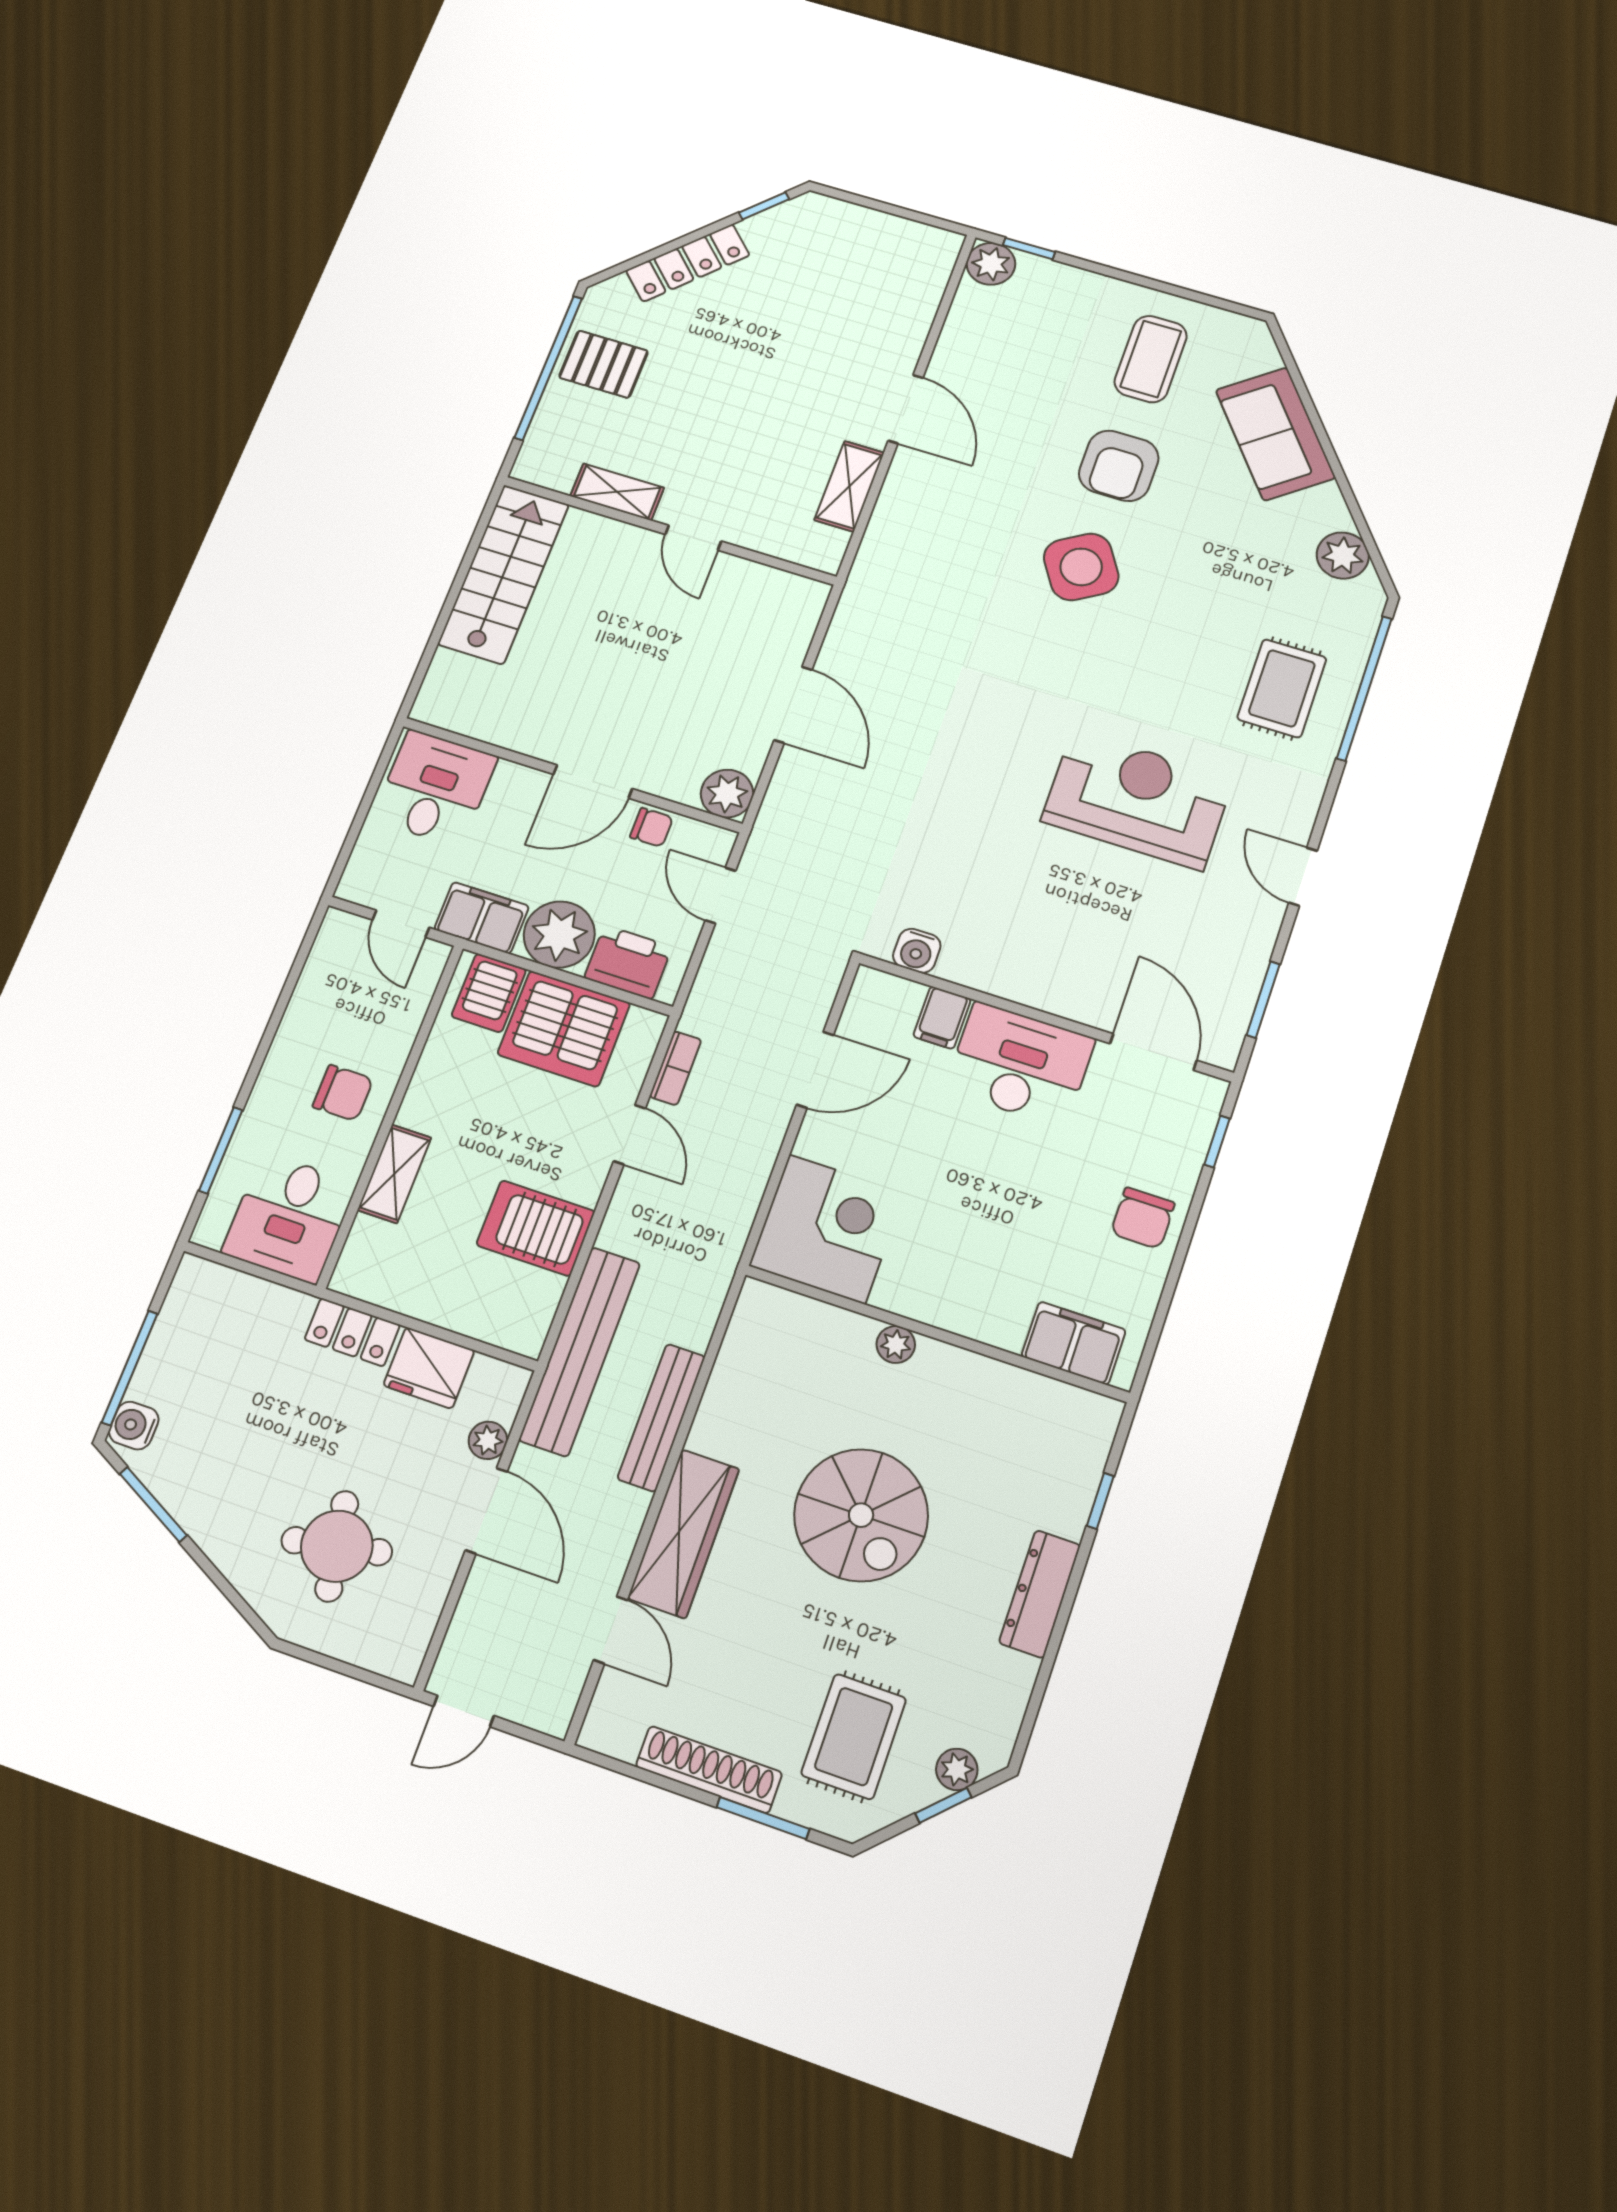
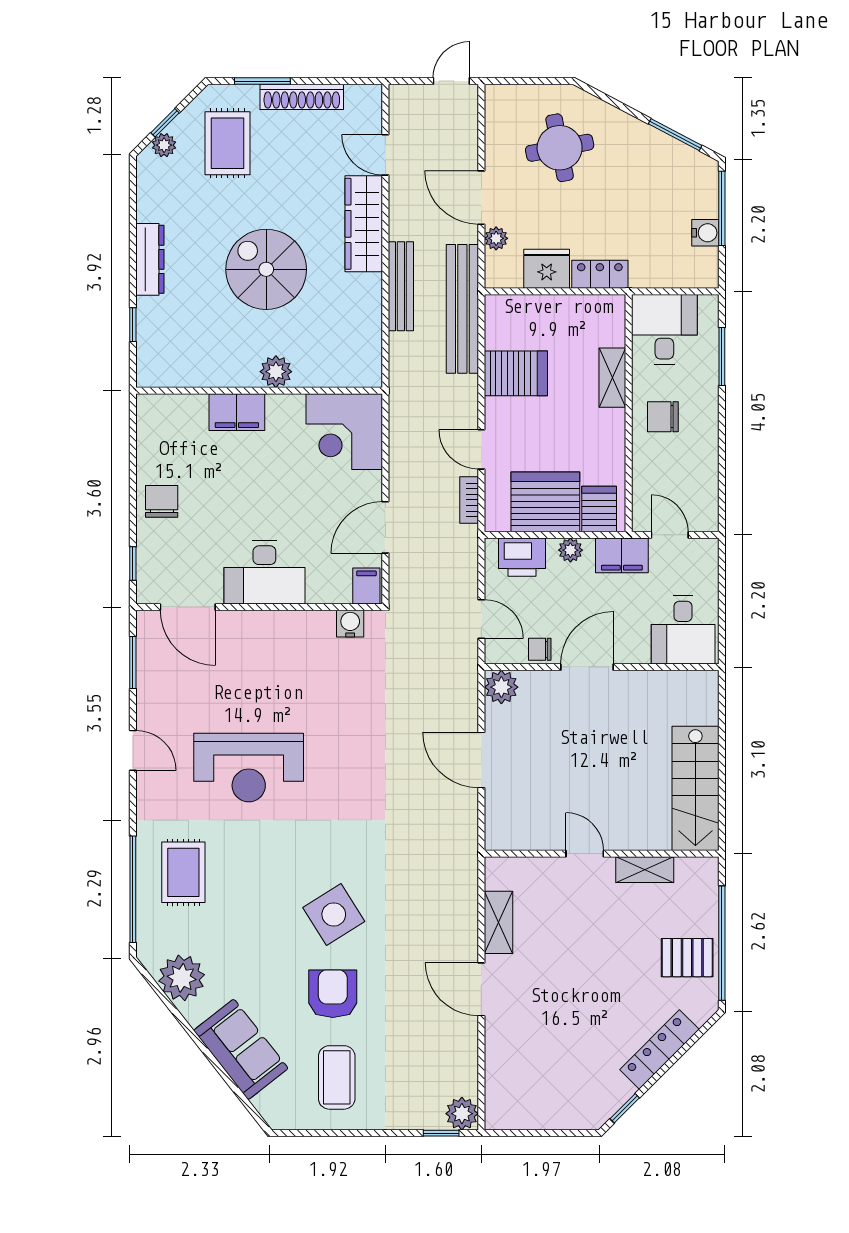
plant: (1343, 556) -> (182, 978), width x1.36, depth x1.36
plant: (559, 935) -> (570, 550), width x0.53, depth x0.53
filing cabinet: (942, 1018) -> (366, 586), moved
filing cabinet: (1074, 1343) -> (237, 412), moved
plant: (896, 1345) -> (276, 372), width x1.38, depth x1.38
water cooler: (134, 1426) -> (705, 233), moved

